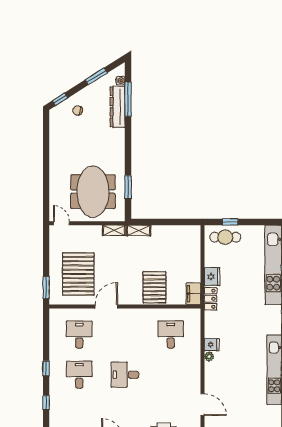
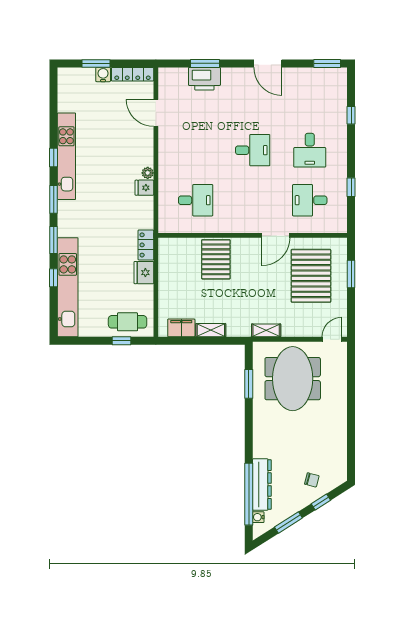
window: (60, 99) -> (321, 502), moved
window: (128, 99) -> (249, 494), width x1.46
door: (61, 223) -> (332, 339), swing flipped
shelving: (139, 230) -> (211, 330), moved
window: (46, 287) -> (351, 274), moved
filing cabinet: (193, 294) -> (181, 328), moved, turned -90
desk: (79, 335) -> (310, 200), turned 90
desk: (171, 335) -> (196, 200), turned -90
window: (46, 368) -> (351, 187), moved

